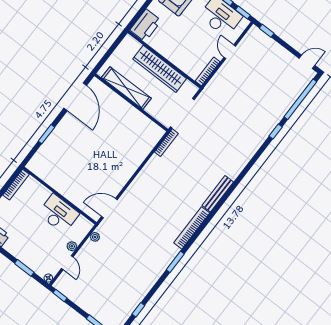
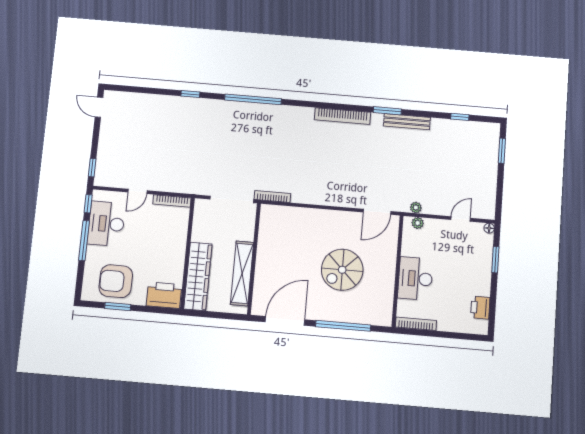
wardrobe: (160, 69) -> (198, 276), moved
window: (300, 99) -> (253, 99), moved
window: (46, 134) -> (343, 326), width x2.11
spiral stairs: (85, 158) -> (342, 270), added
bench: (218, 194) -> (407, 122), moved
door: (109, 208) -> (377, 212), hinge flipped
desk: (59, 214) -> (415, 279), moved
plant: (72, 246) -> (418, 223), moved
window: (60, 295) -> (499, 205), removed

